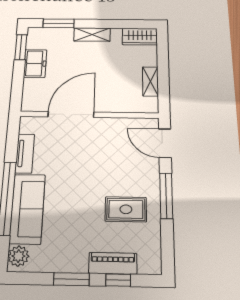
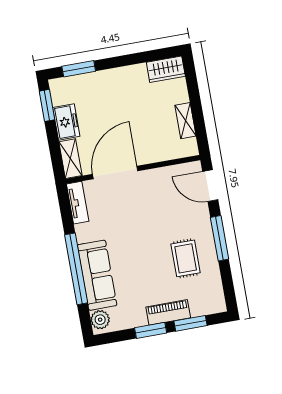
shelving: (92, 34) -> (70, 159), moved, turned 90
tv unit: (25, 153) -> (78, 203), moved
rug: (126, 209) -> (186, 258), turned 90
piano: (113, 263) -> (168, 312), moved
window: (118, 280) -> (191, 323), width x1.50

